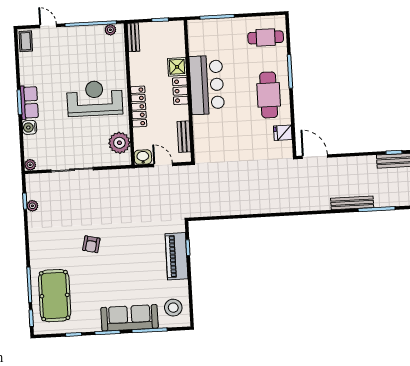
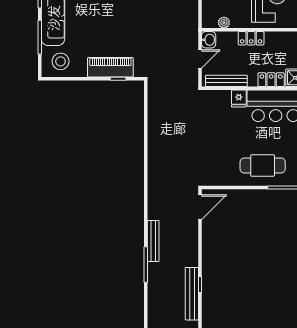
locker: (139, 107) -> (251, 38), width x0.66
fridge: (283, 133) -> (239, 99), moved, turned 180
bench: (184, 137) -> (226, 81), width x1.36
plant: (119, 143) -> (224, 23), width x0.53, depth x0.53

